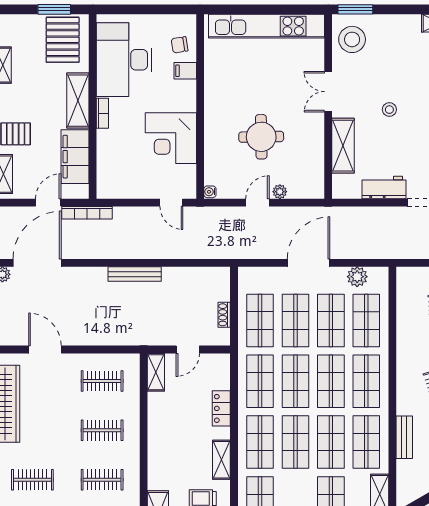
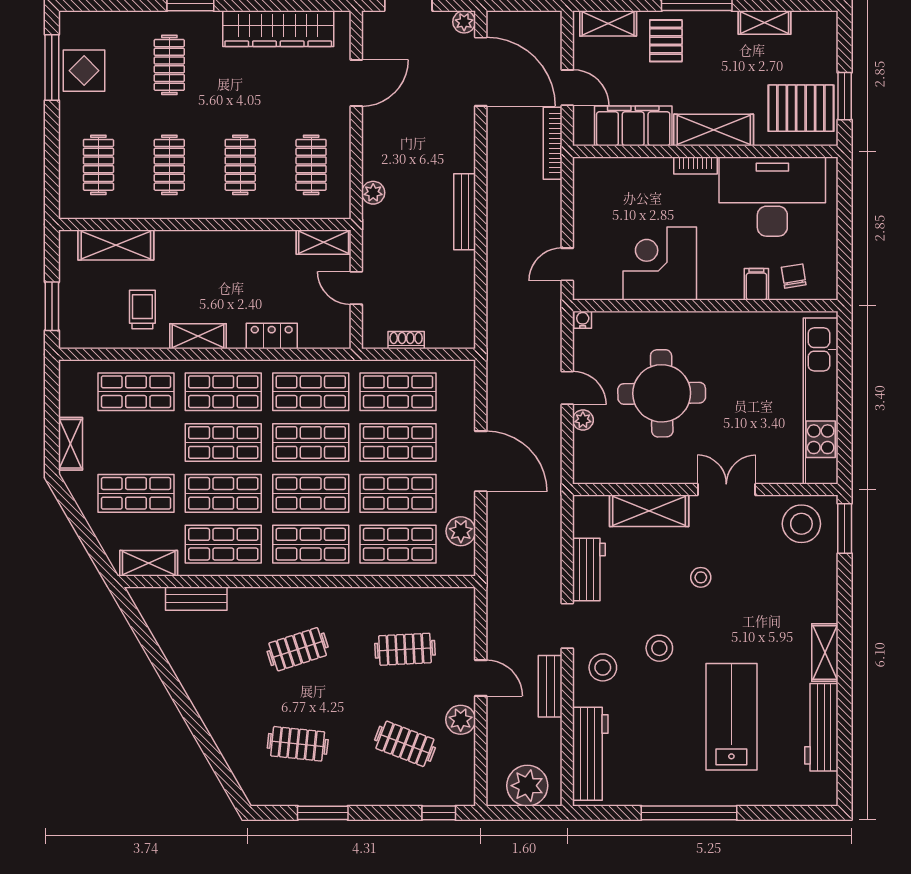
round table: (261, 137) -> (662, 393), width x1.36, depth x1.36
plant: (121, 338) -> (373, 193), added
bench: (404, 437) -> (196, 599), moved

